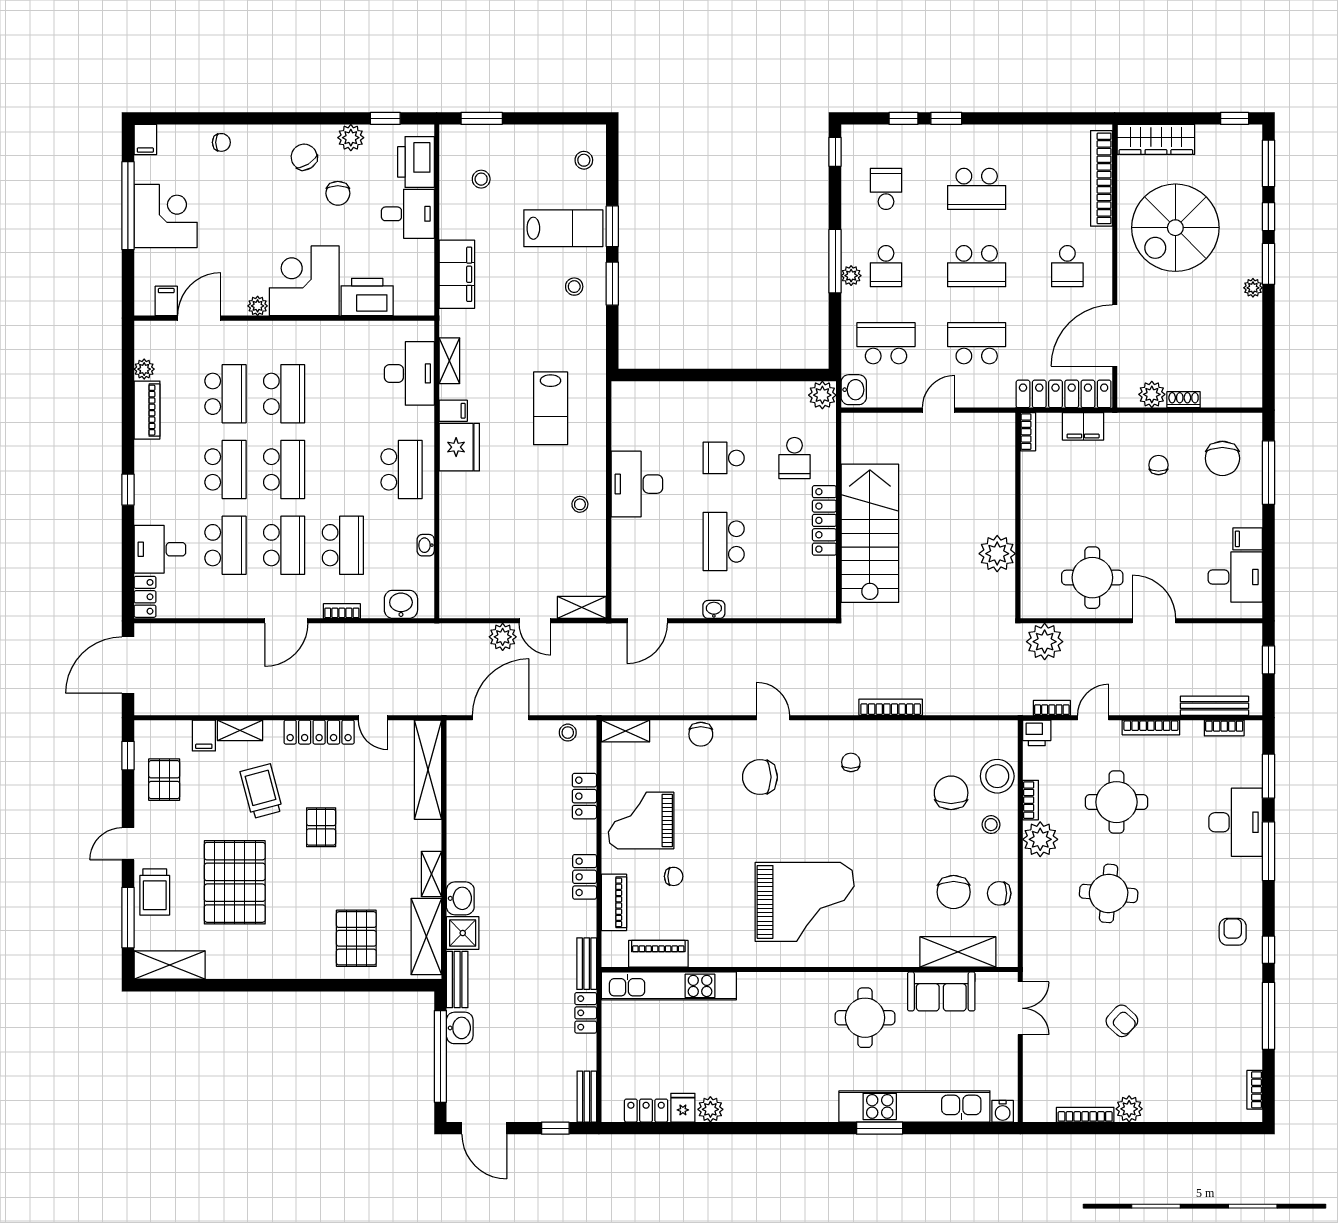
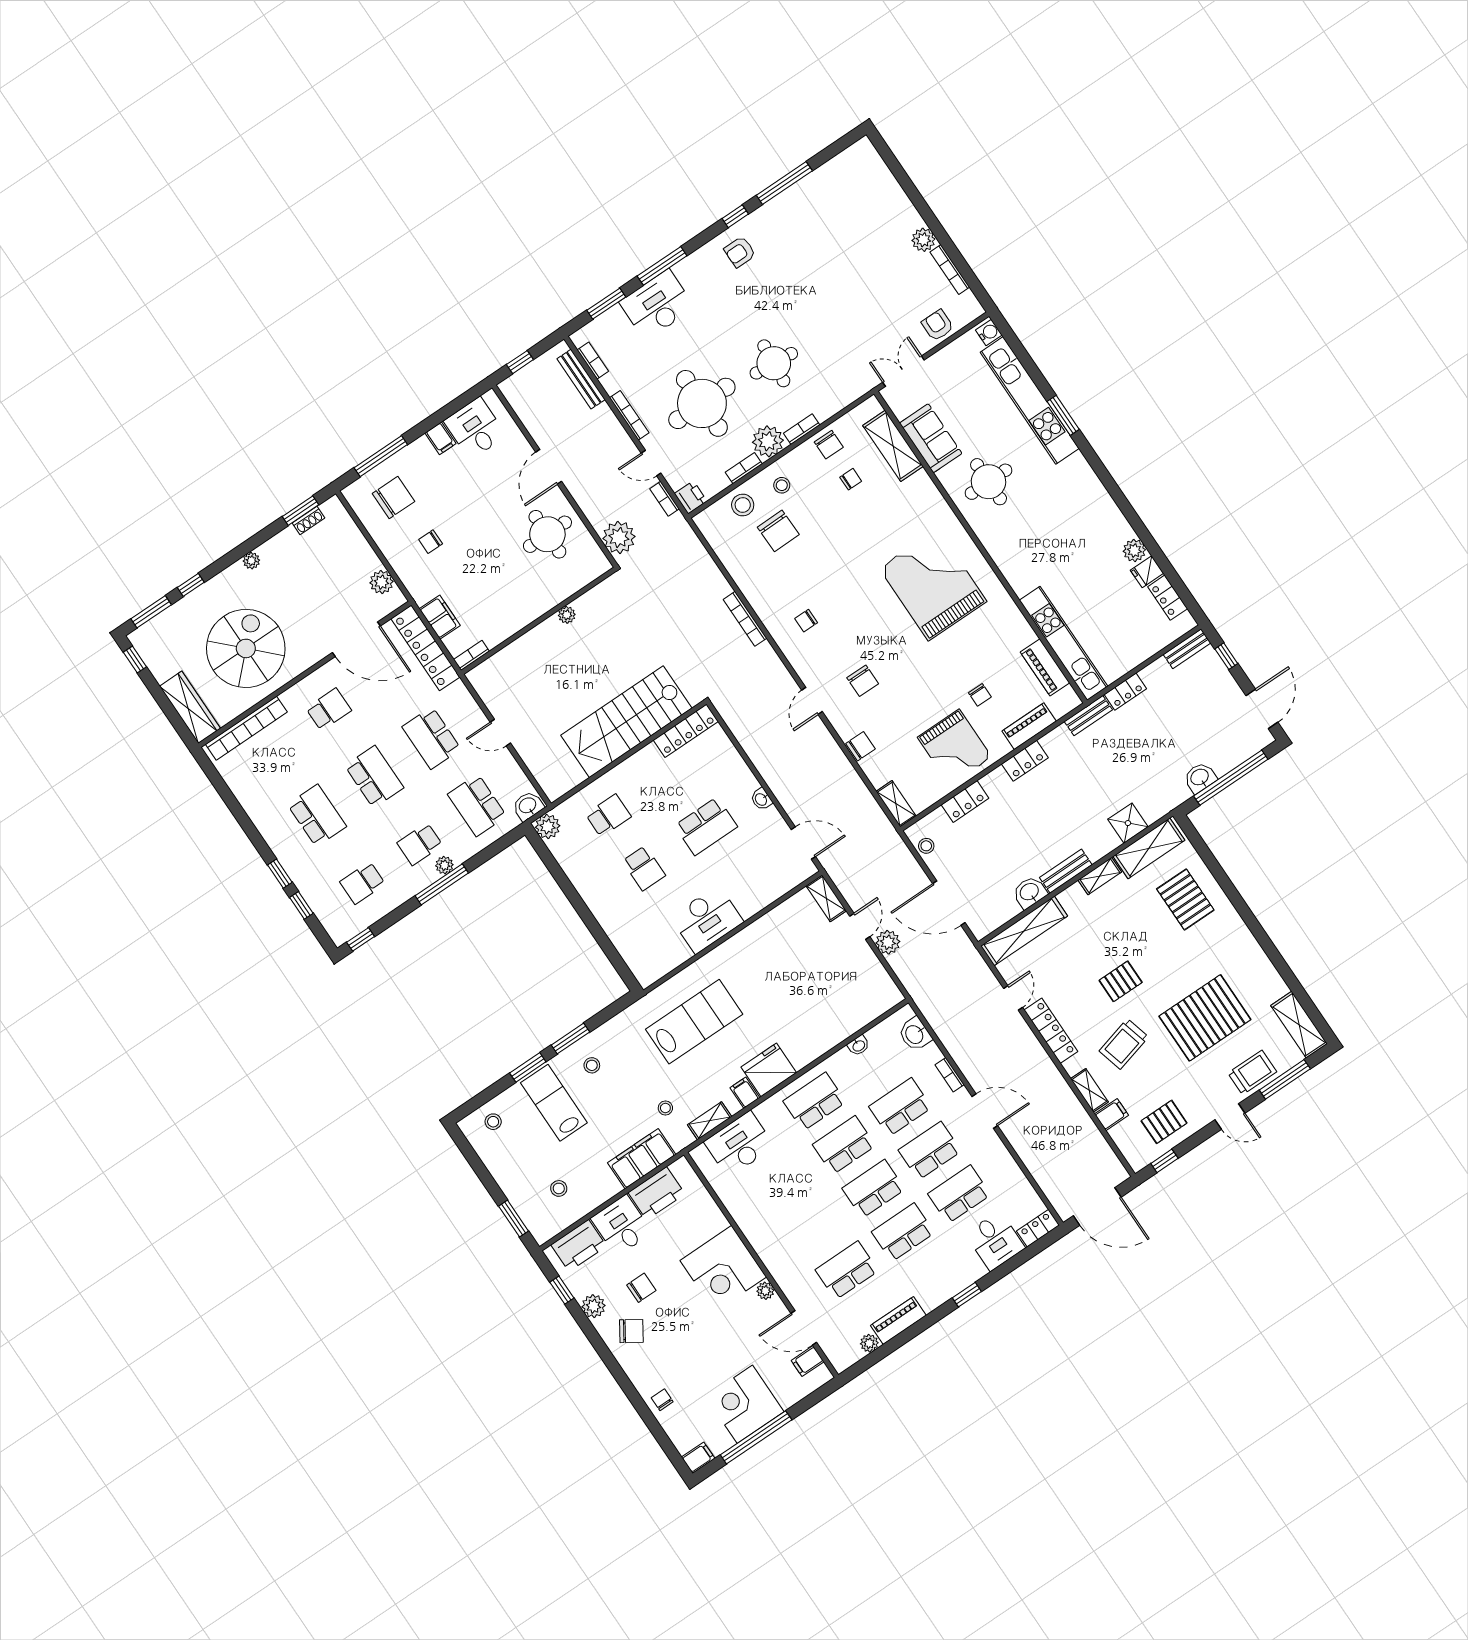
chair: (304, 157) -> (631, 1331), turned -115
spiral stairs: (1175, 228) -> (246, 648), turned -90
window: (1268, 264) -> (301, 511), moved
school desk: (886, 266) -> (420, 844), turned 180
printer: (367, 297) -> (657, 1193), moved, turned -90
school desk: (284, 394) -> (844, 1145), moved
shoe rack: (1184, 400) -> (308, 520), moved, turned -90
lab bench: (551, 408) -> (694, 1022), width x1.36, depth x1.39
stool: (580, 504) -> (665, 1108), moved
locker: (824, 520) -> (686, 731), moved
plant: (997, 554) -> (567, 615), width x0.53, depth x0.53
stool: (997, 776) -> (743, 505), width x0.73, depth x0.73
chair: (760, 777) -> (863, 681), width x0.73, depth x0.73
chair: (951, 793) -> (778, 531), turned -91
round table: (1116, 802) -> (702, 403), width x1.36, depth x1.36
chair: (674, 876) -> (980, 695), turned 180
chair: (954, 892) -> (851, 479), width x0.54, depth x0.54
washbasin: (460, 898) -> (1030, 892), moved
pallet: (356, 938) -> (1185, 899), turned 90
bench: (457, 979) -> (1066, 871), moved
armchair: (1122, 1021) -> (938, 325), moved, turned -43
bookcase: (1255, 1090) -> (802, 429), moved, turned 180

